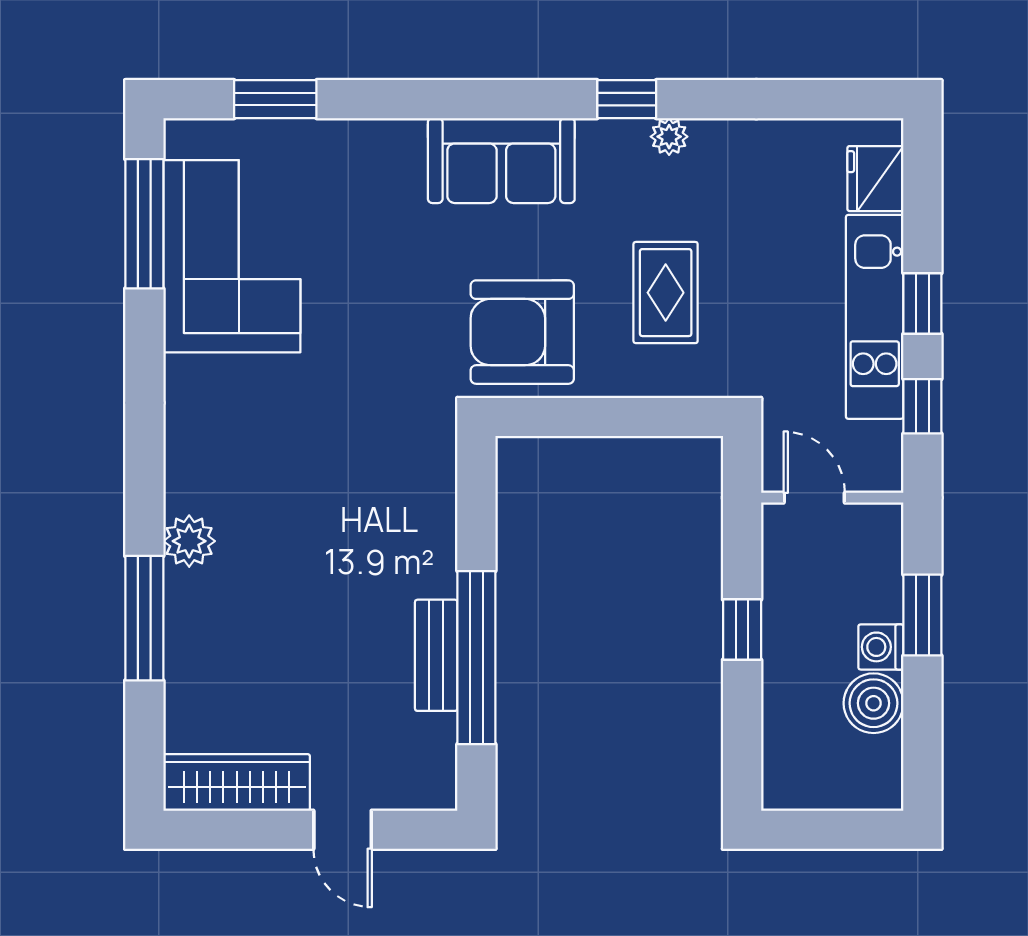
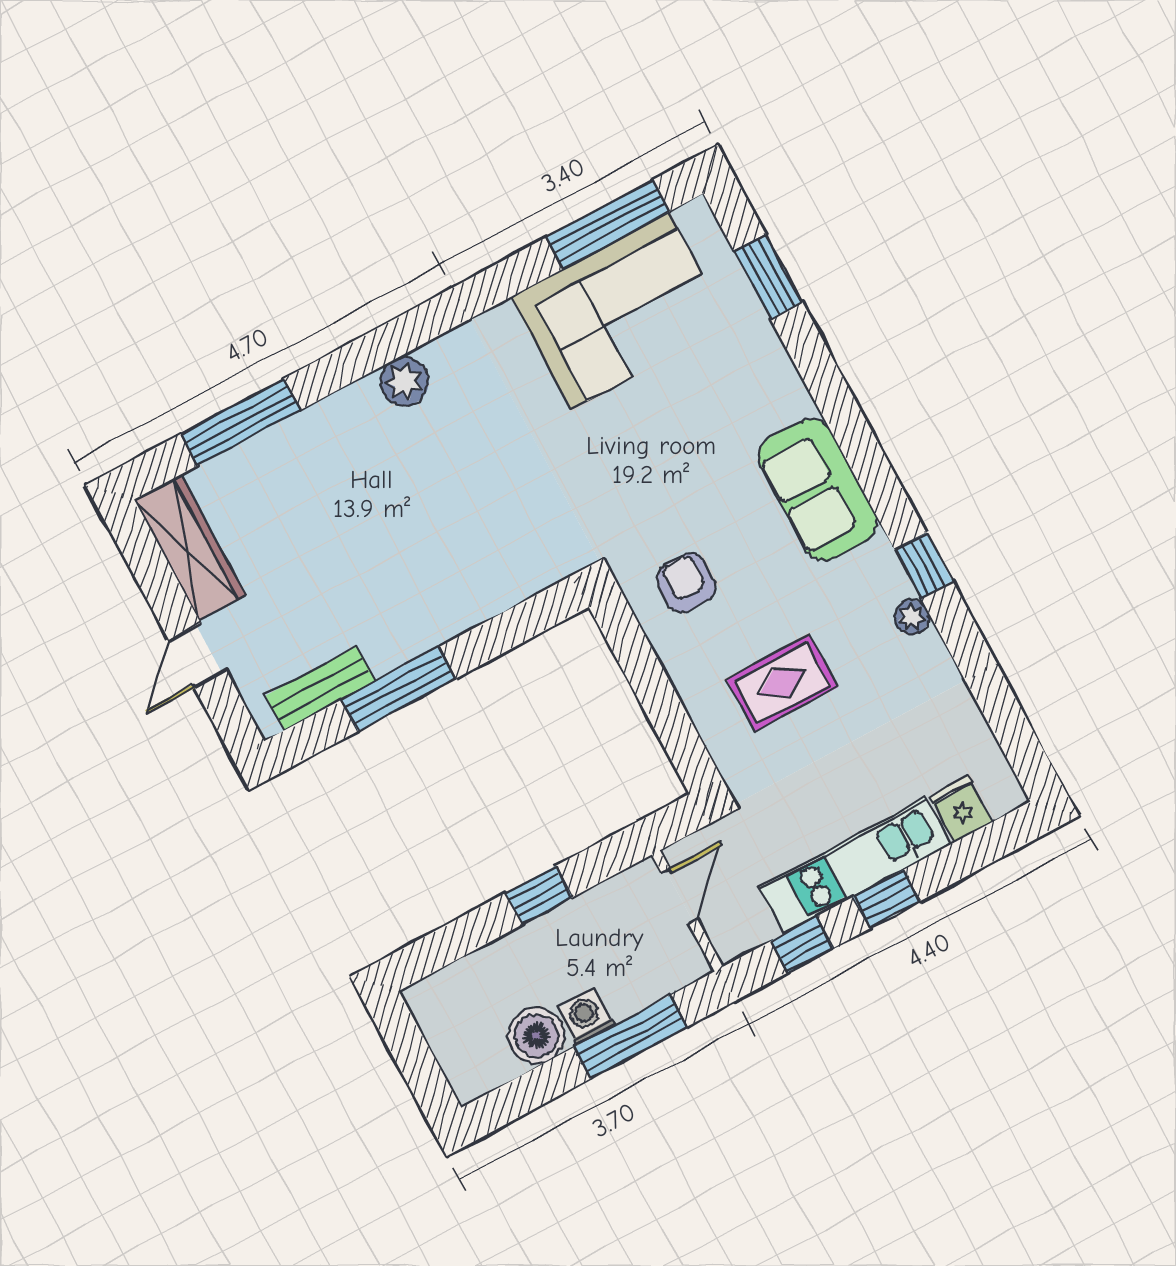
fridge: (875, 179) -> (961, 809), width x0.72
armchair: (522, 332) -> (686, 583), width x0.53, depth x0.53
plant: (189, 541) -> (405, 381), moved
window: (922, 615) -> (631, 1037), width x1.44
window: (144, 618) -> (241, 422), moved
bench: (436, 655) -> (321, 688), moved
window: (476, 658) -> (398, 689), width x0.68

